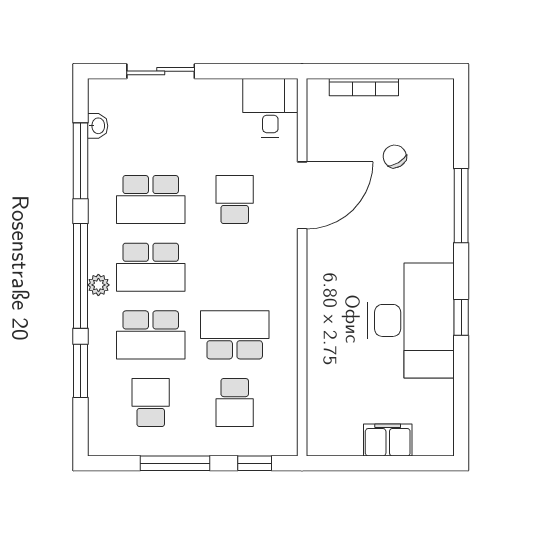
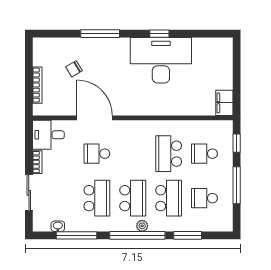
bookcase: (219, 87) -> (37, 162), added
school desk: (235, 403) -> (204, 154), turned 180
filing cabinet: (388, 440) -> (224, 103), moved

